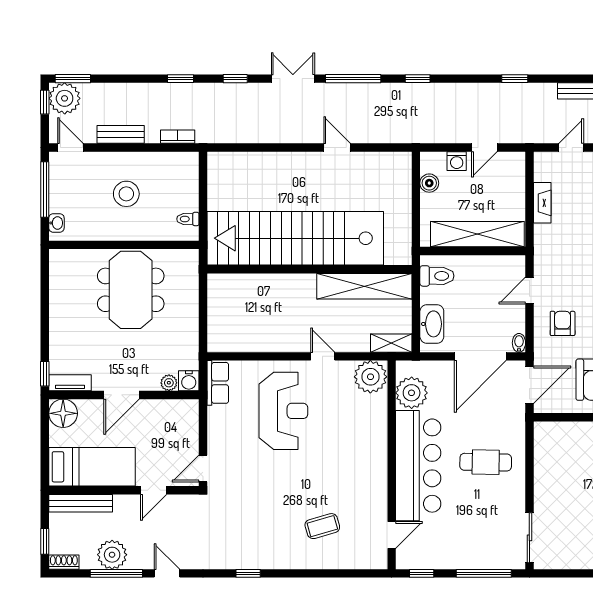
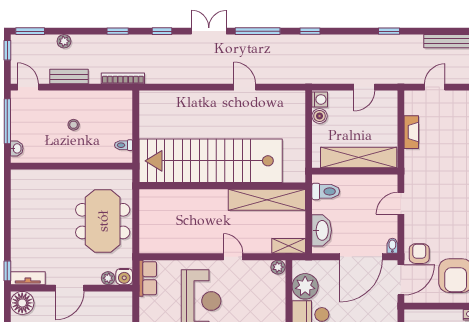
plant: (65, 98) -> (64, 41), moved, width x0.53, depth x0.53
bookcase: (178, 137) -> (123, 78), width x1.56
washing machine: (457, 161) -> (320, 99), moved, turned -90
stool: (126, 194) -> (74, 125), width x0.53, depth x0.53
meeting table: (131, 290) -> (103, 221), moved
armchair: (563, 323) -> (419, 254), moved
plant: (370, 377) -> (278, 267), width x0.53, depth x0.53

